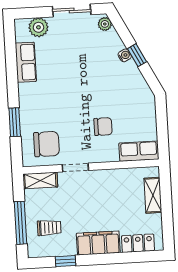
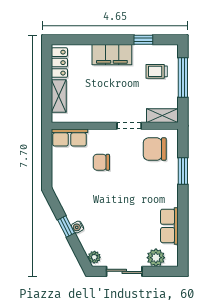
locker: (138, 243) -> (59, 63), moved, turned -90

